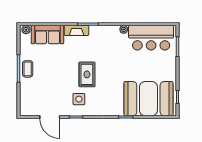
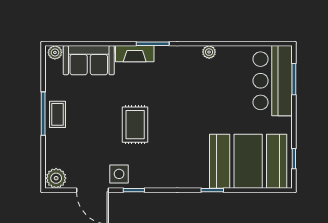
bar counter: (151, 38) -> (273, 81), moved, turned 90
rug: (87, 74) -> (135, 125), moved
side table: (79, 99) -> (119, 174), moved
plant: (27, 109) -> (56, 178), added

